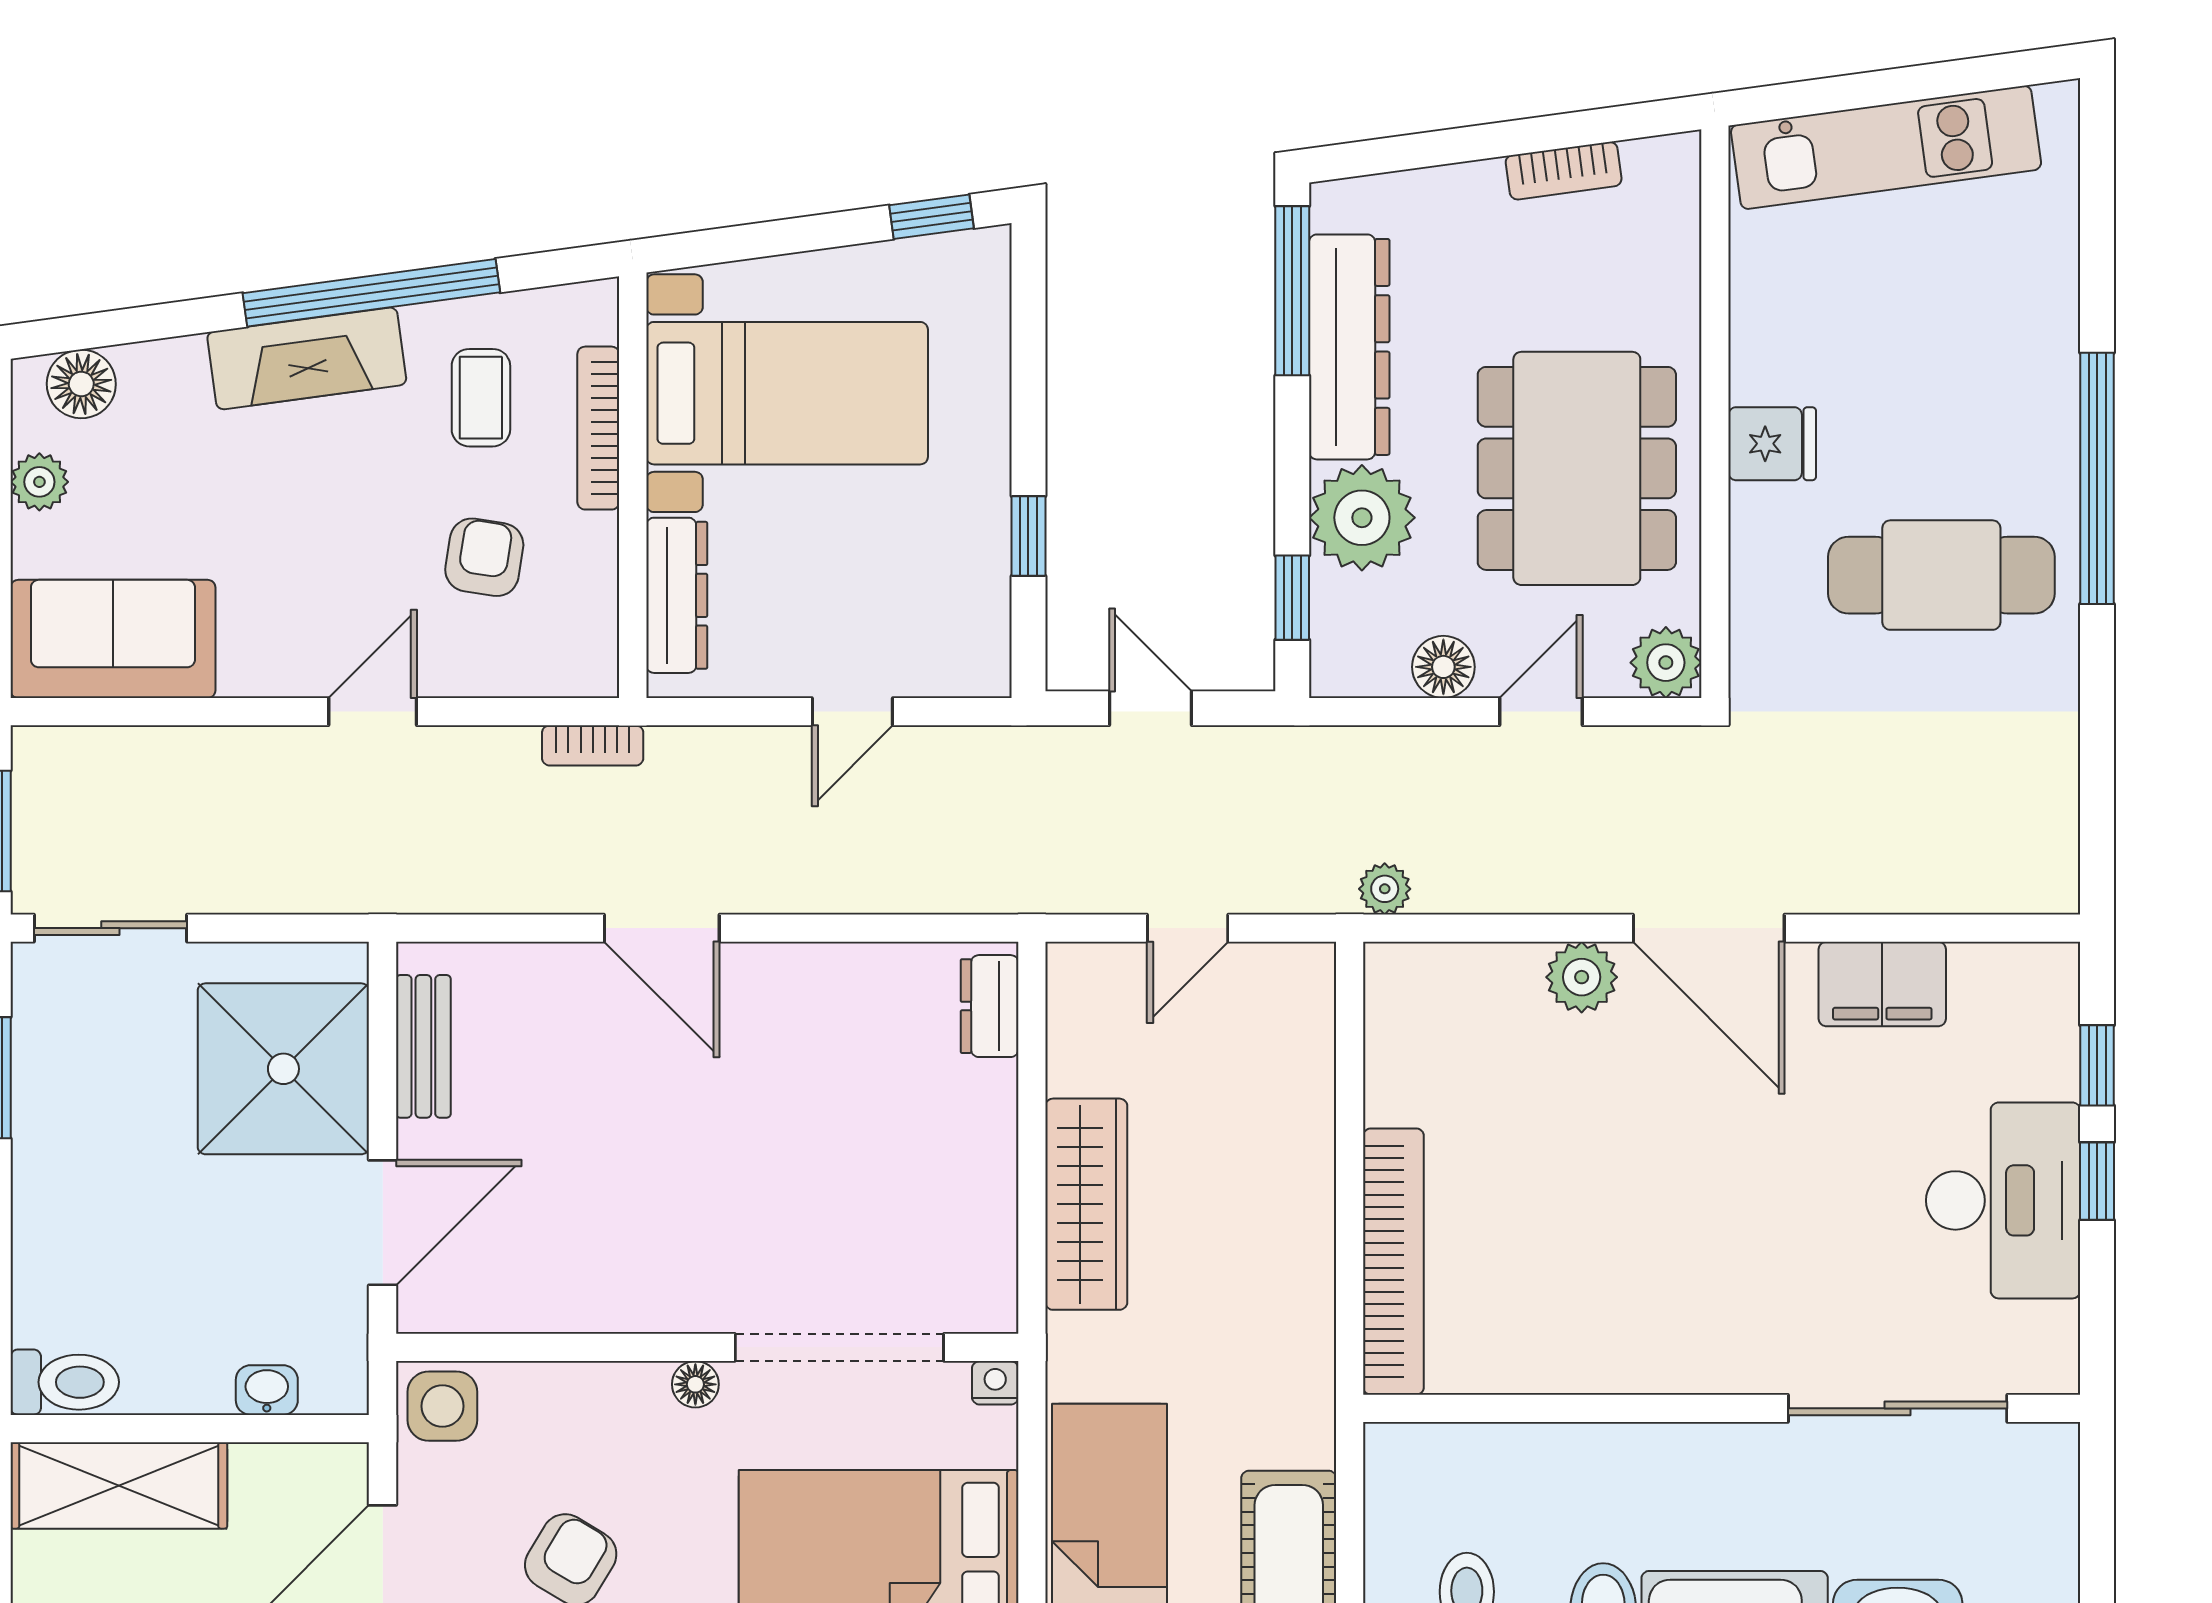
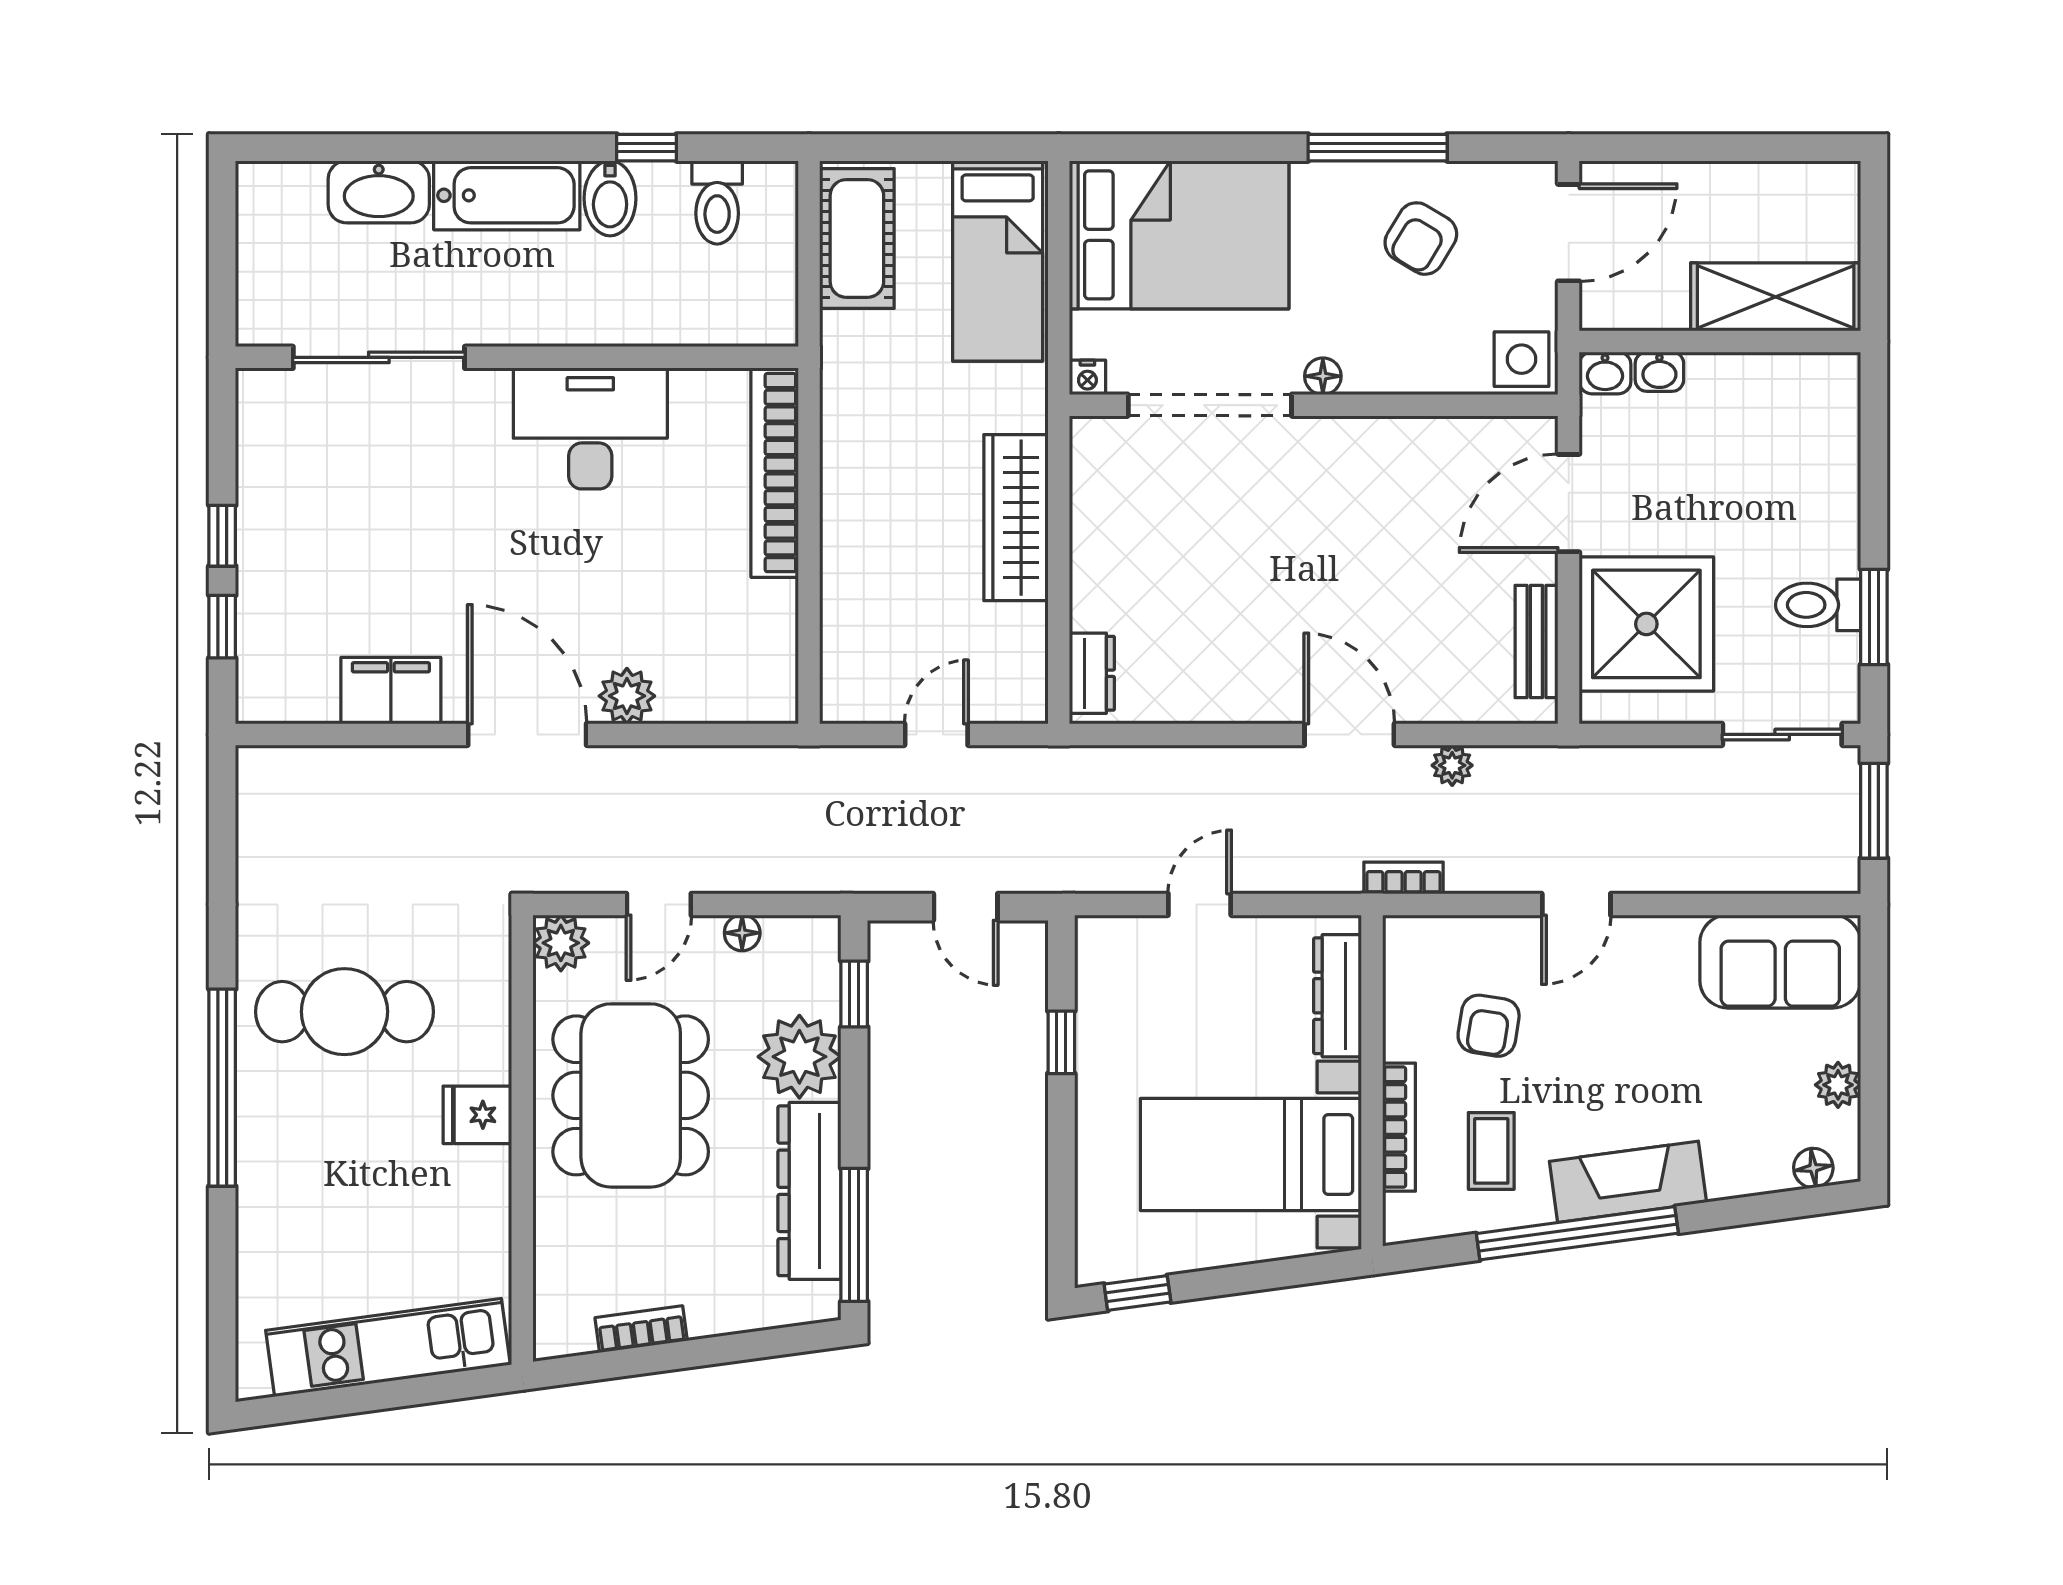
floor lamp: (81, 384) -> (1813, 1168), width x0.73, depth x0.73
floor lamp: (1443, 667) -> (742, 933), width x0.73, depth x0.73
plant: (1385, 889) -> (1452, 765), moved
desk: (2003, 1200) -> (590, 428), moved, turned 90
toilet: (65, 1382) -> (1818, 605), moved
washbasin: (336, 1388) -> (1605, 373), added

